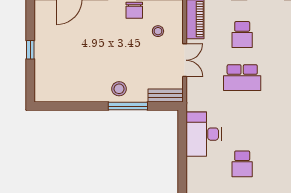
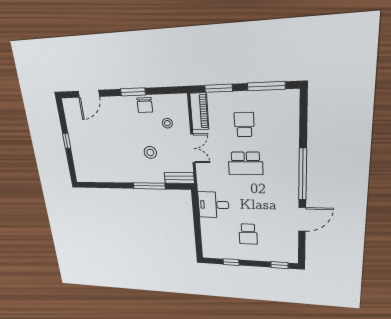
school desk: (242, 35) -> (244, 125), turned 180
stool: (119, 89) -> (150, 152), moved
desk: (204, 134) -> (213, 205), width x0.73

